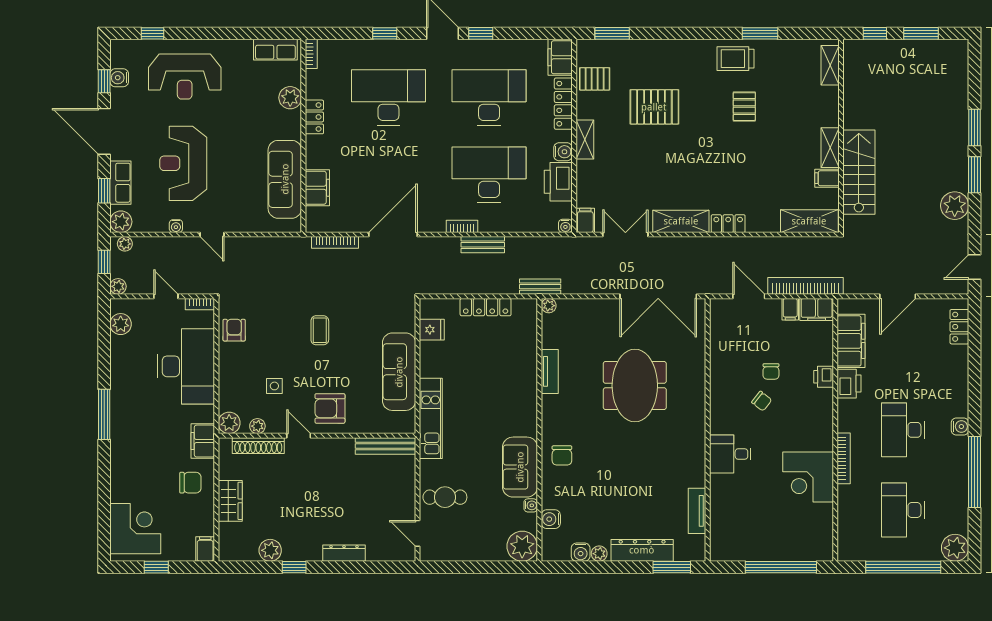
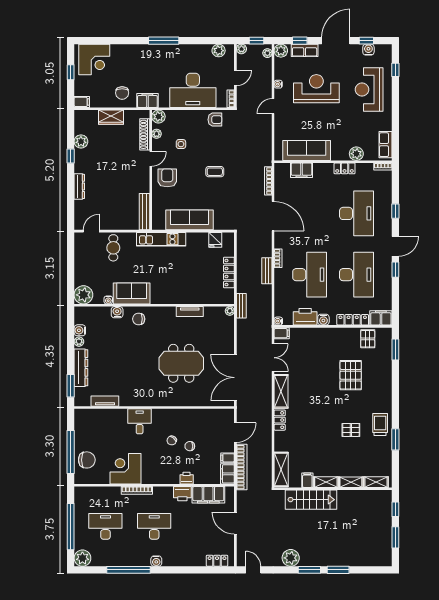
shelving: (585, 140) -> (351, 482), moved
water cooler: (551, 519) -> (117, 312), moved
chair: (794, 541) -> (87, 460), added

